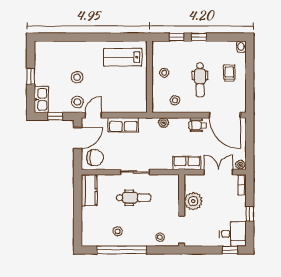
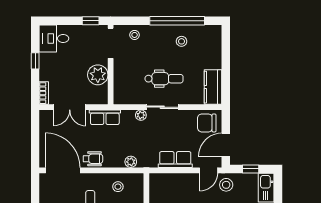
plant: (240, 165) -> (141, 115), moved
dental chair: (133, 198) -> (164, 79), turned 180
window: (230, 250) -> (91, 21), moved

